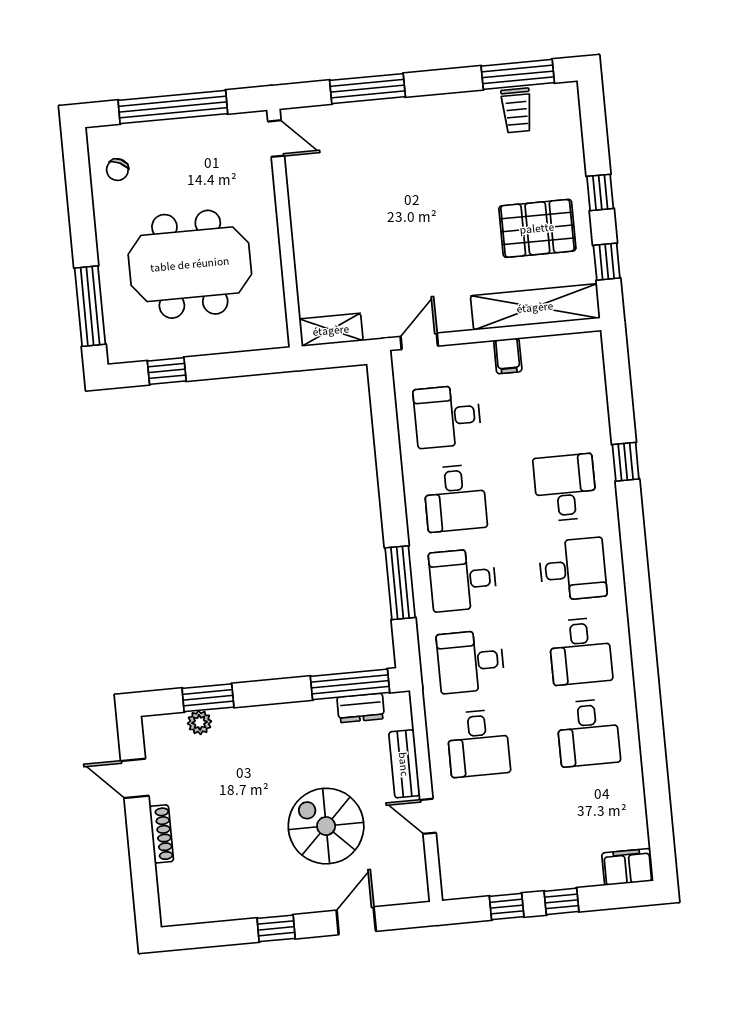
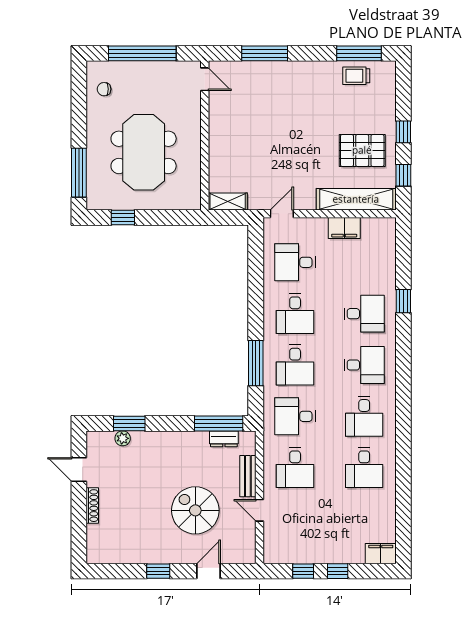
trolley: (517, 110) -> (356, 76), turned 90
chair: (117, 170) -> (104, 89), turned 64
meeting table: (190, 264) -> (144, 152), turned 90
filing cabinet: (508, 356) -> (344, 228), width x2.00
desk: (565, 488) -> (364, 314), turned 90
desk: (463, 580) -> (295, 365), turned -90

